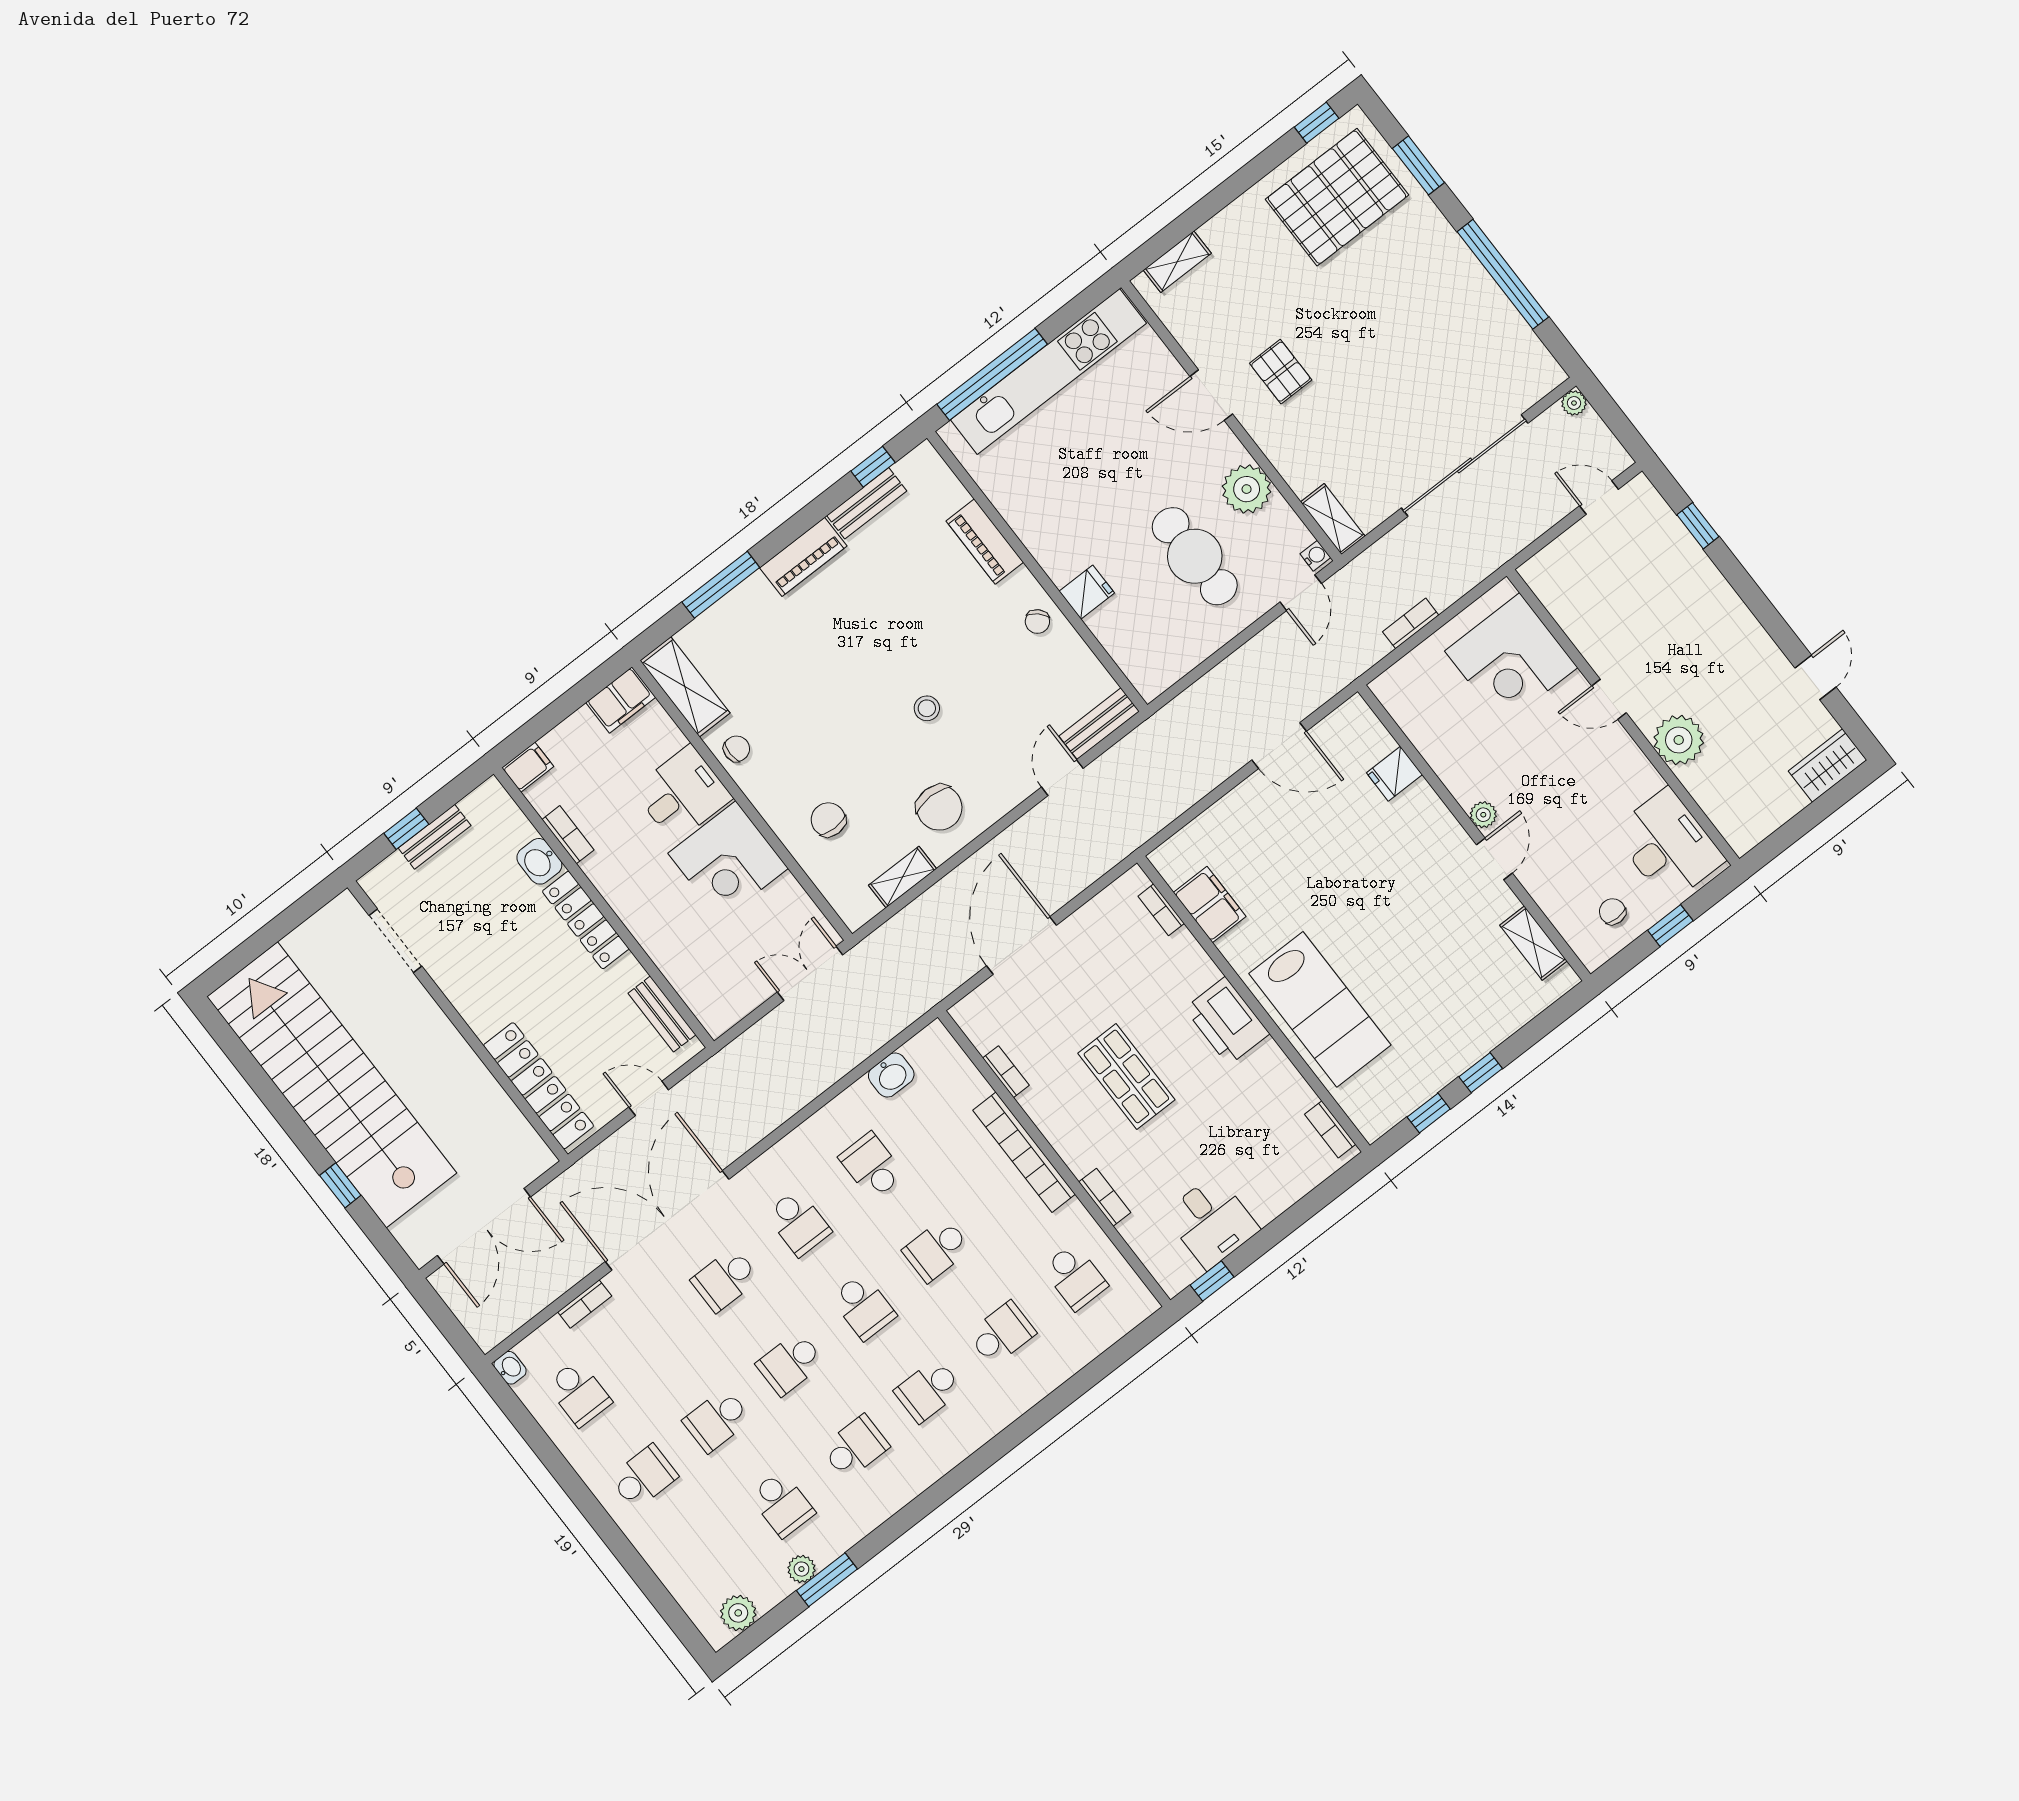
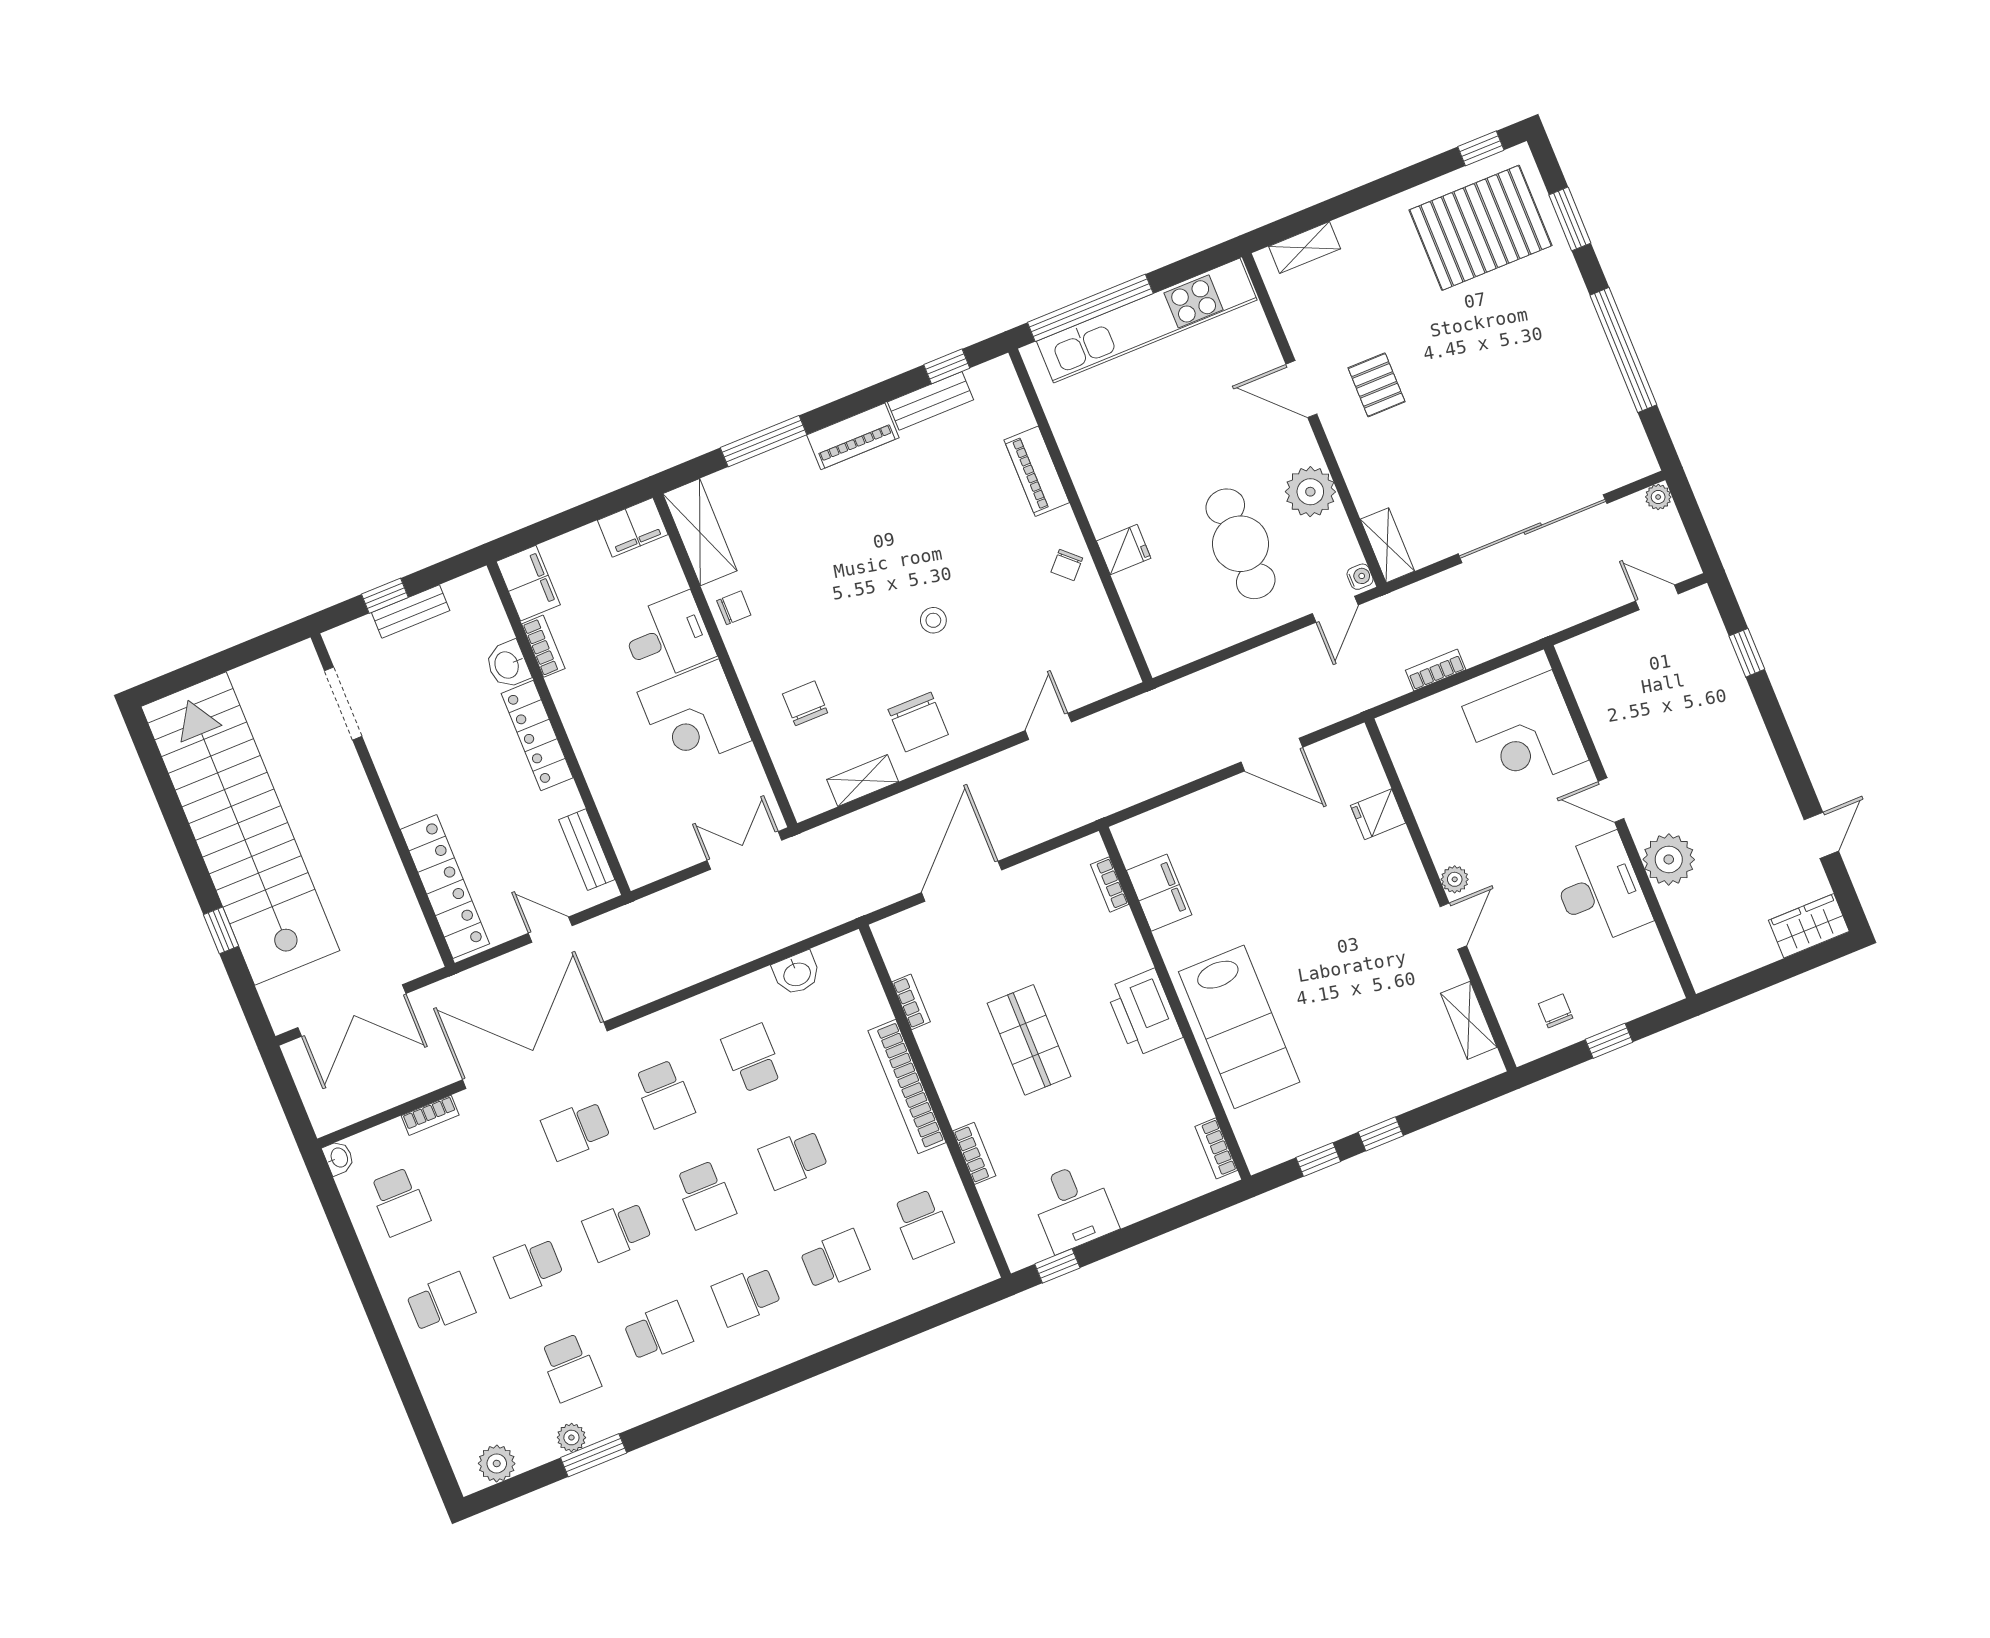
bench: (1099, 724) -> (1100, 683), removed
filing cabinet: (528, 767) -> (528, 583), width x2.00
desk: (1668, 845) -> (1600, 890), moved

